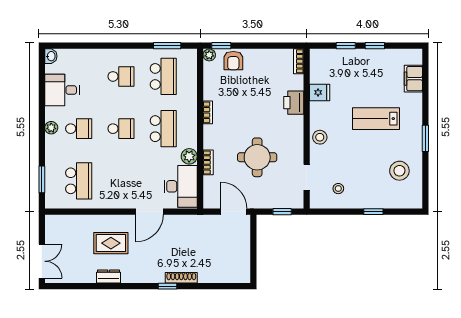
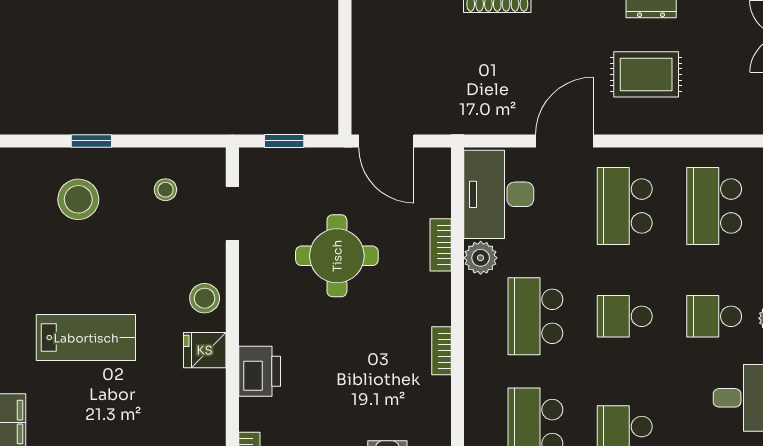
fridge: (320, 92) -> (205, 350), moved
stool: (399, 171) -> (78, 199), moved
school desk: (121, 181) -> (625, 206), added

